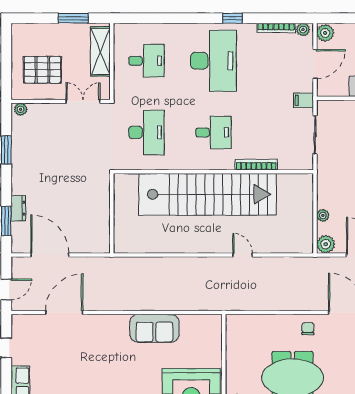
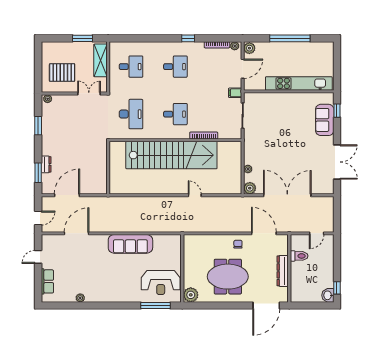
desk: (213, 61) -> (175, 67), width x0.53, depth x0.77
door: (50, 255) -> (67, 195), hinge flipped
sofa: (154, 328) -> (130, 244), width x1.36

